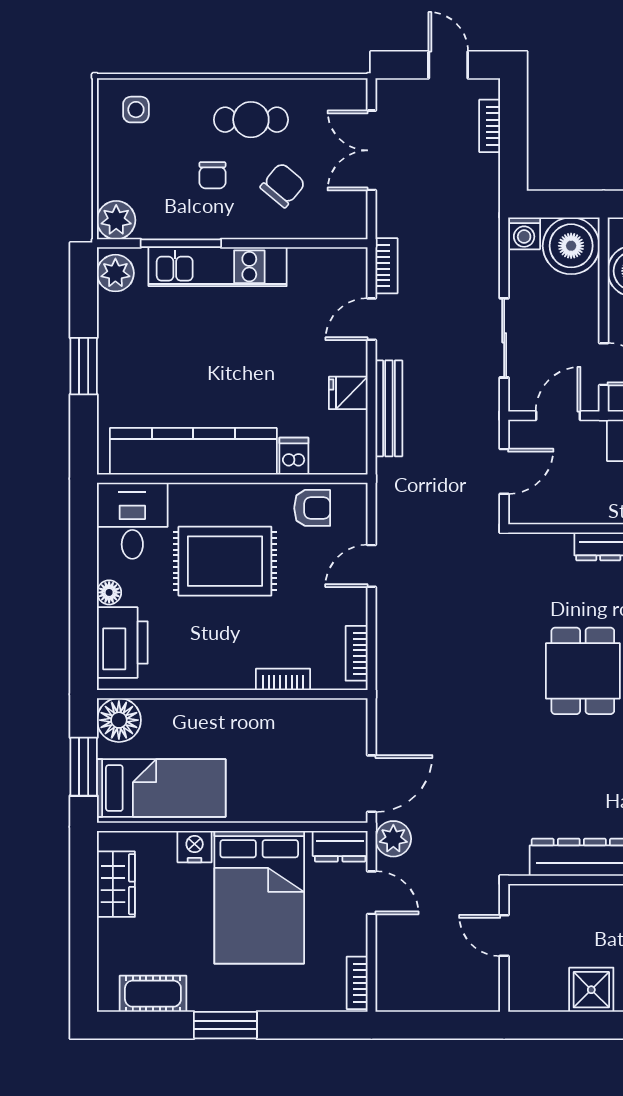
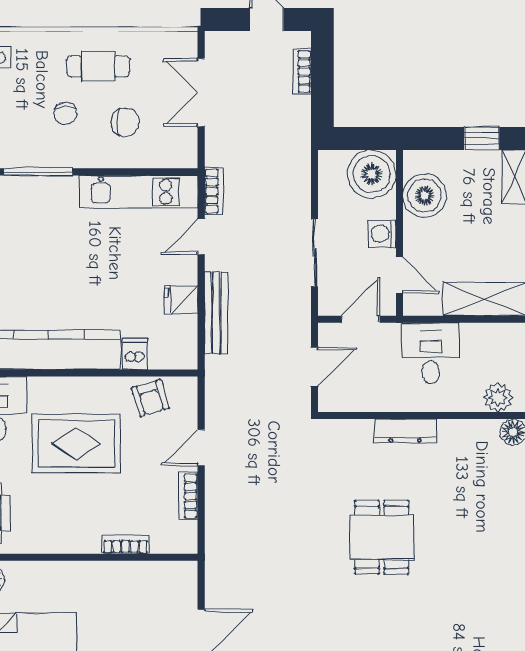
chair: (283, 185) -> (125, 122), turned 50
washing machine: (524, 233) -> (382, 234), moved, turned 90
kitchen unit: (218, 267) -> (139, 192), moved
armchair: (312, 508) -> (150, 398), turned 74
bookcase: (357, 653) -> (188, 496), moved

